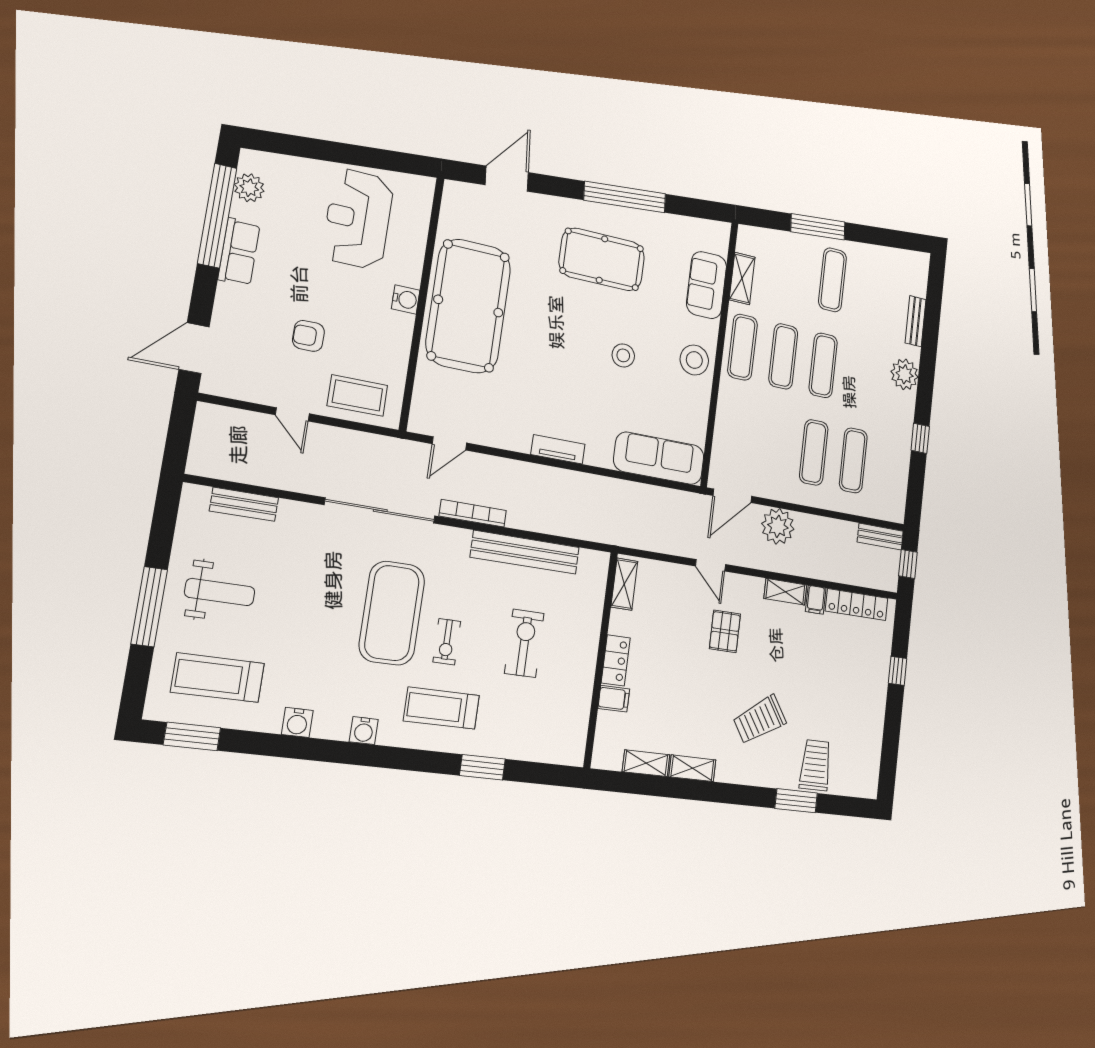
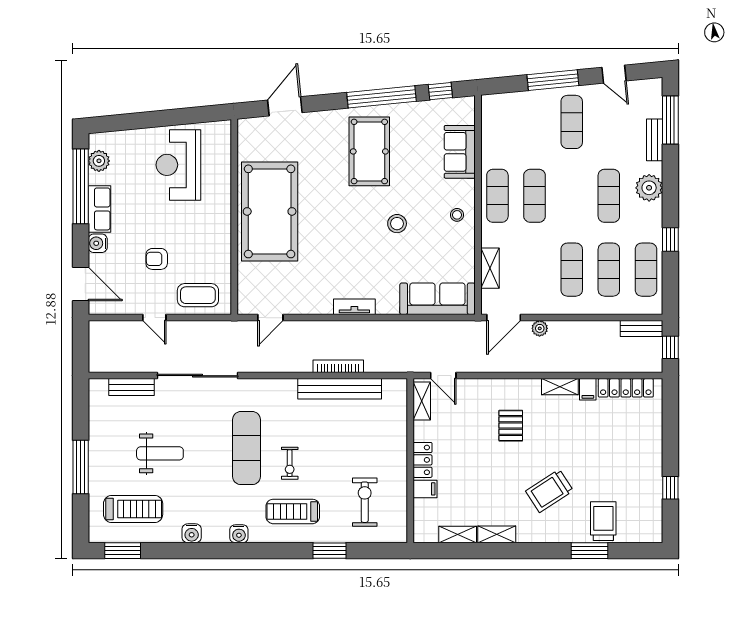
window: (694, 208) -> (440, 91), added
door: (882, 237) -> (614, 74), added
pool table: (602, 259) -> (369, 151), turned 90
shelving: (742, 278) -> (490, 268), moved
water cooler: (406, 299) -> (98, 243), moved, turned 180
window: (933, 303) -> (670, 120), added
door: (194, 348) -> (81, 284), swing flipped
stool: (694, 360) -> (457, 215), width x0.53, depth x0.53
exercise mat: (823, 365) -> (609, 196), moved
exercise mat: (892, 468) -> (646, 270), added
sliding door: (380, 510) -> (198, 376), moved
bookcase: (473, 513) -> (338, 366), moved
plant: (778, 526) -> (540, 328), width x0.53, depth x0.53
door: (710, 565) -> (443, 376), moved
weight bench: (220, 592) -> (160, 453), moved
exercise mat: (392, 613) -> (247, 448), width x0.68
exercise bike: (524, 643) -> (365, 502), moved
window: (898, 671) -> (670, 488), moved
treadmill: (218, 678) -> (133, 509), turned 180

